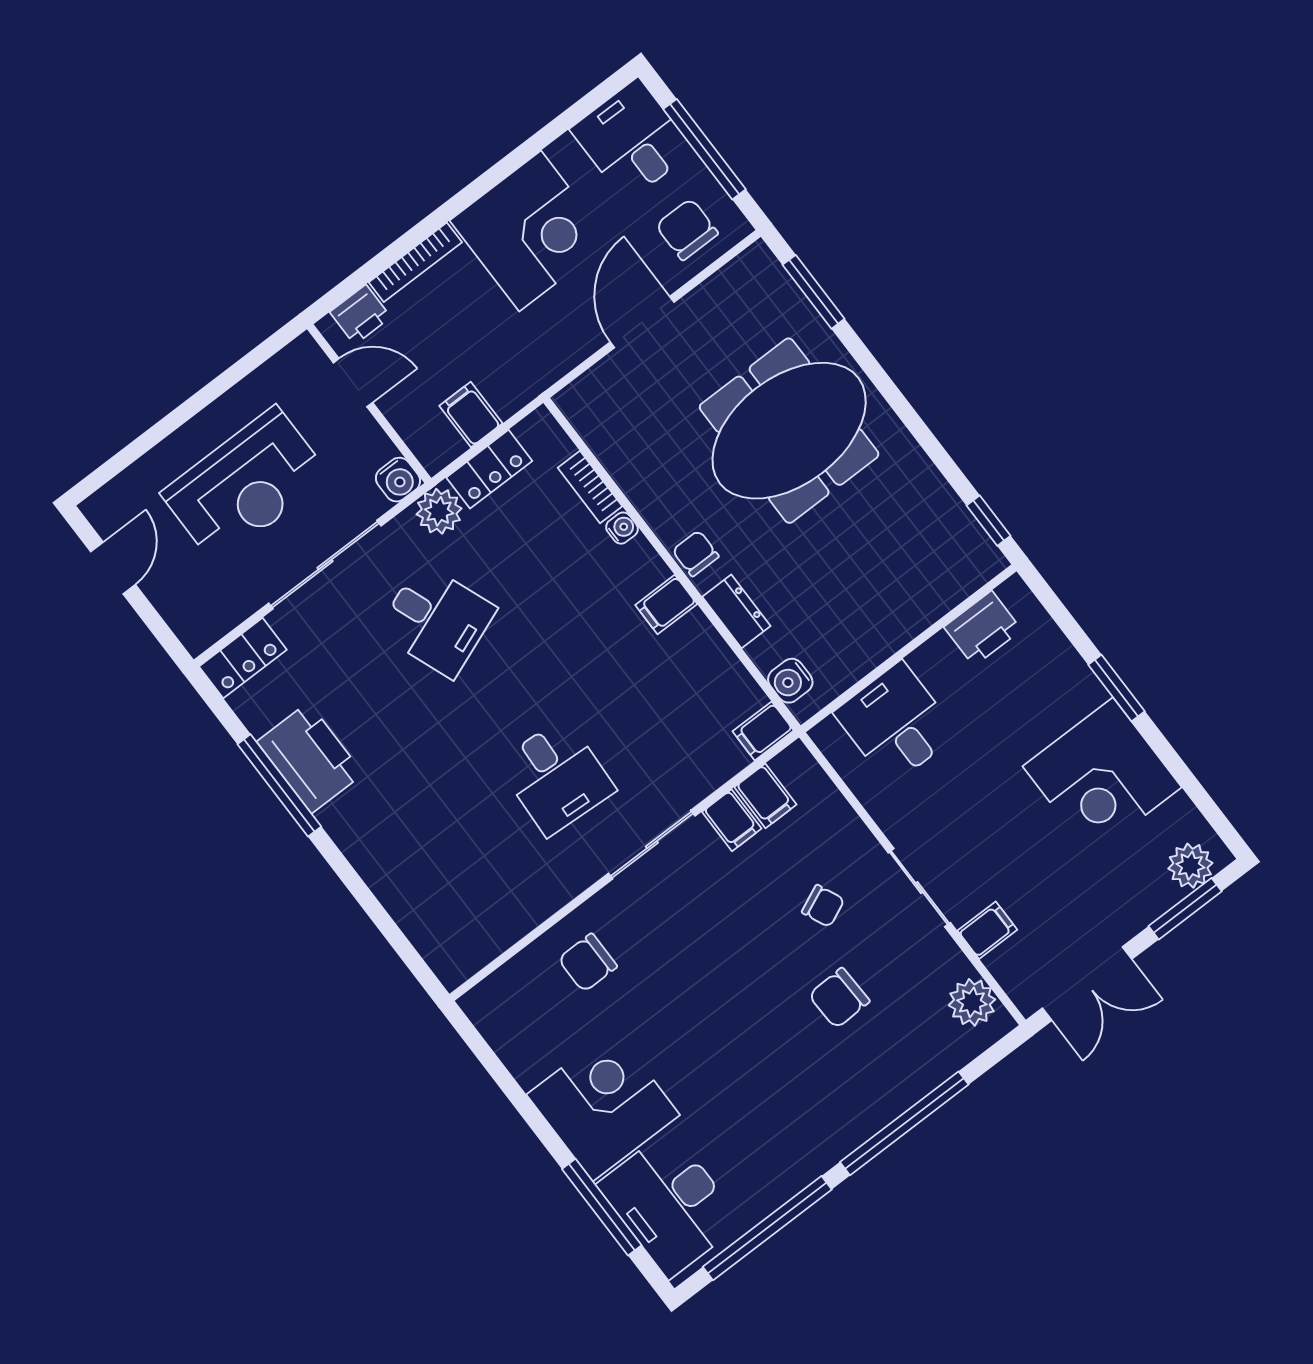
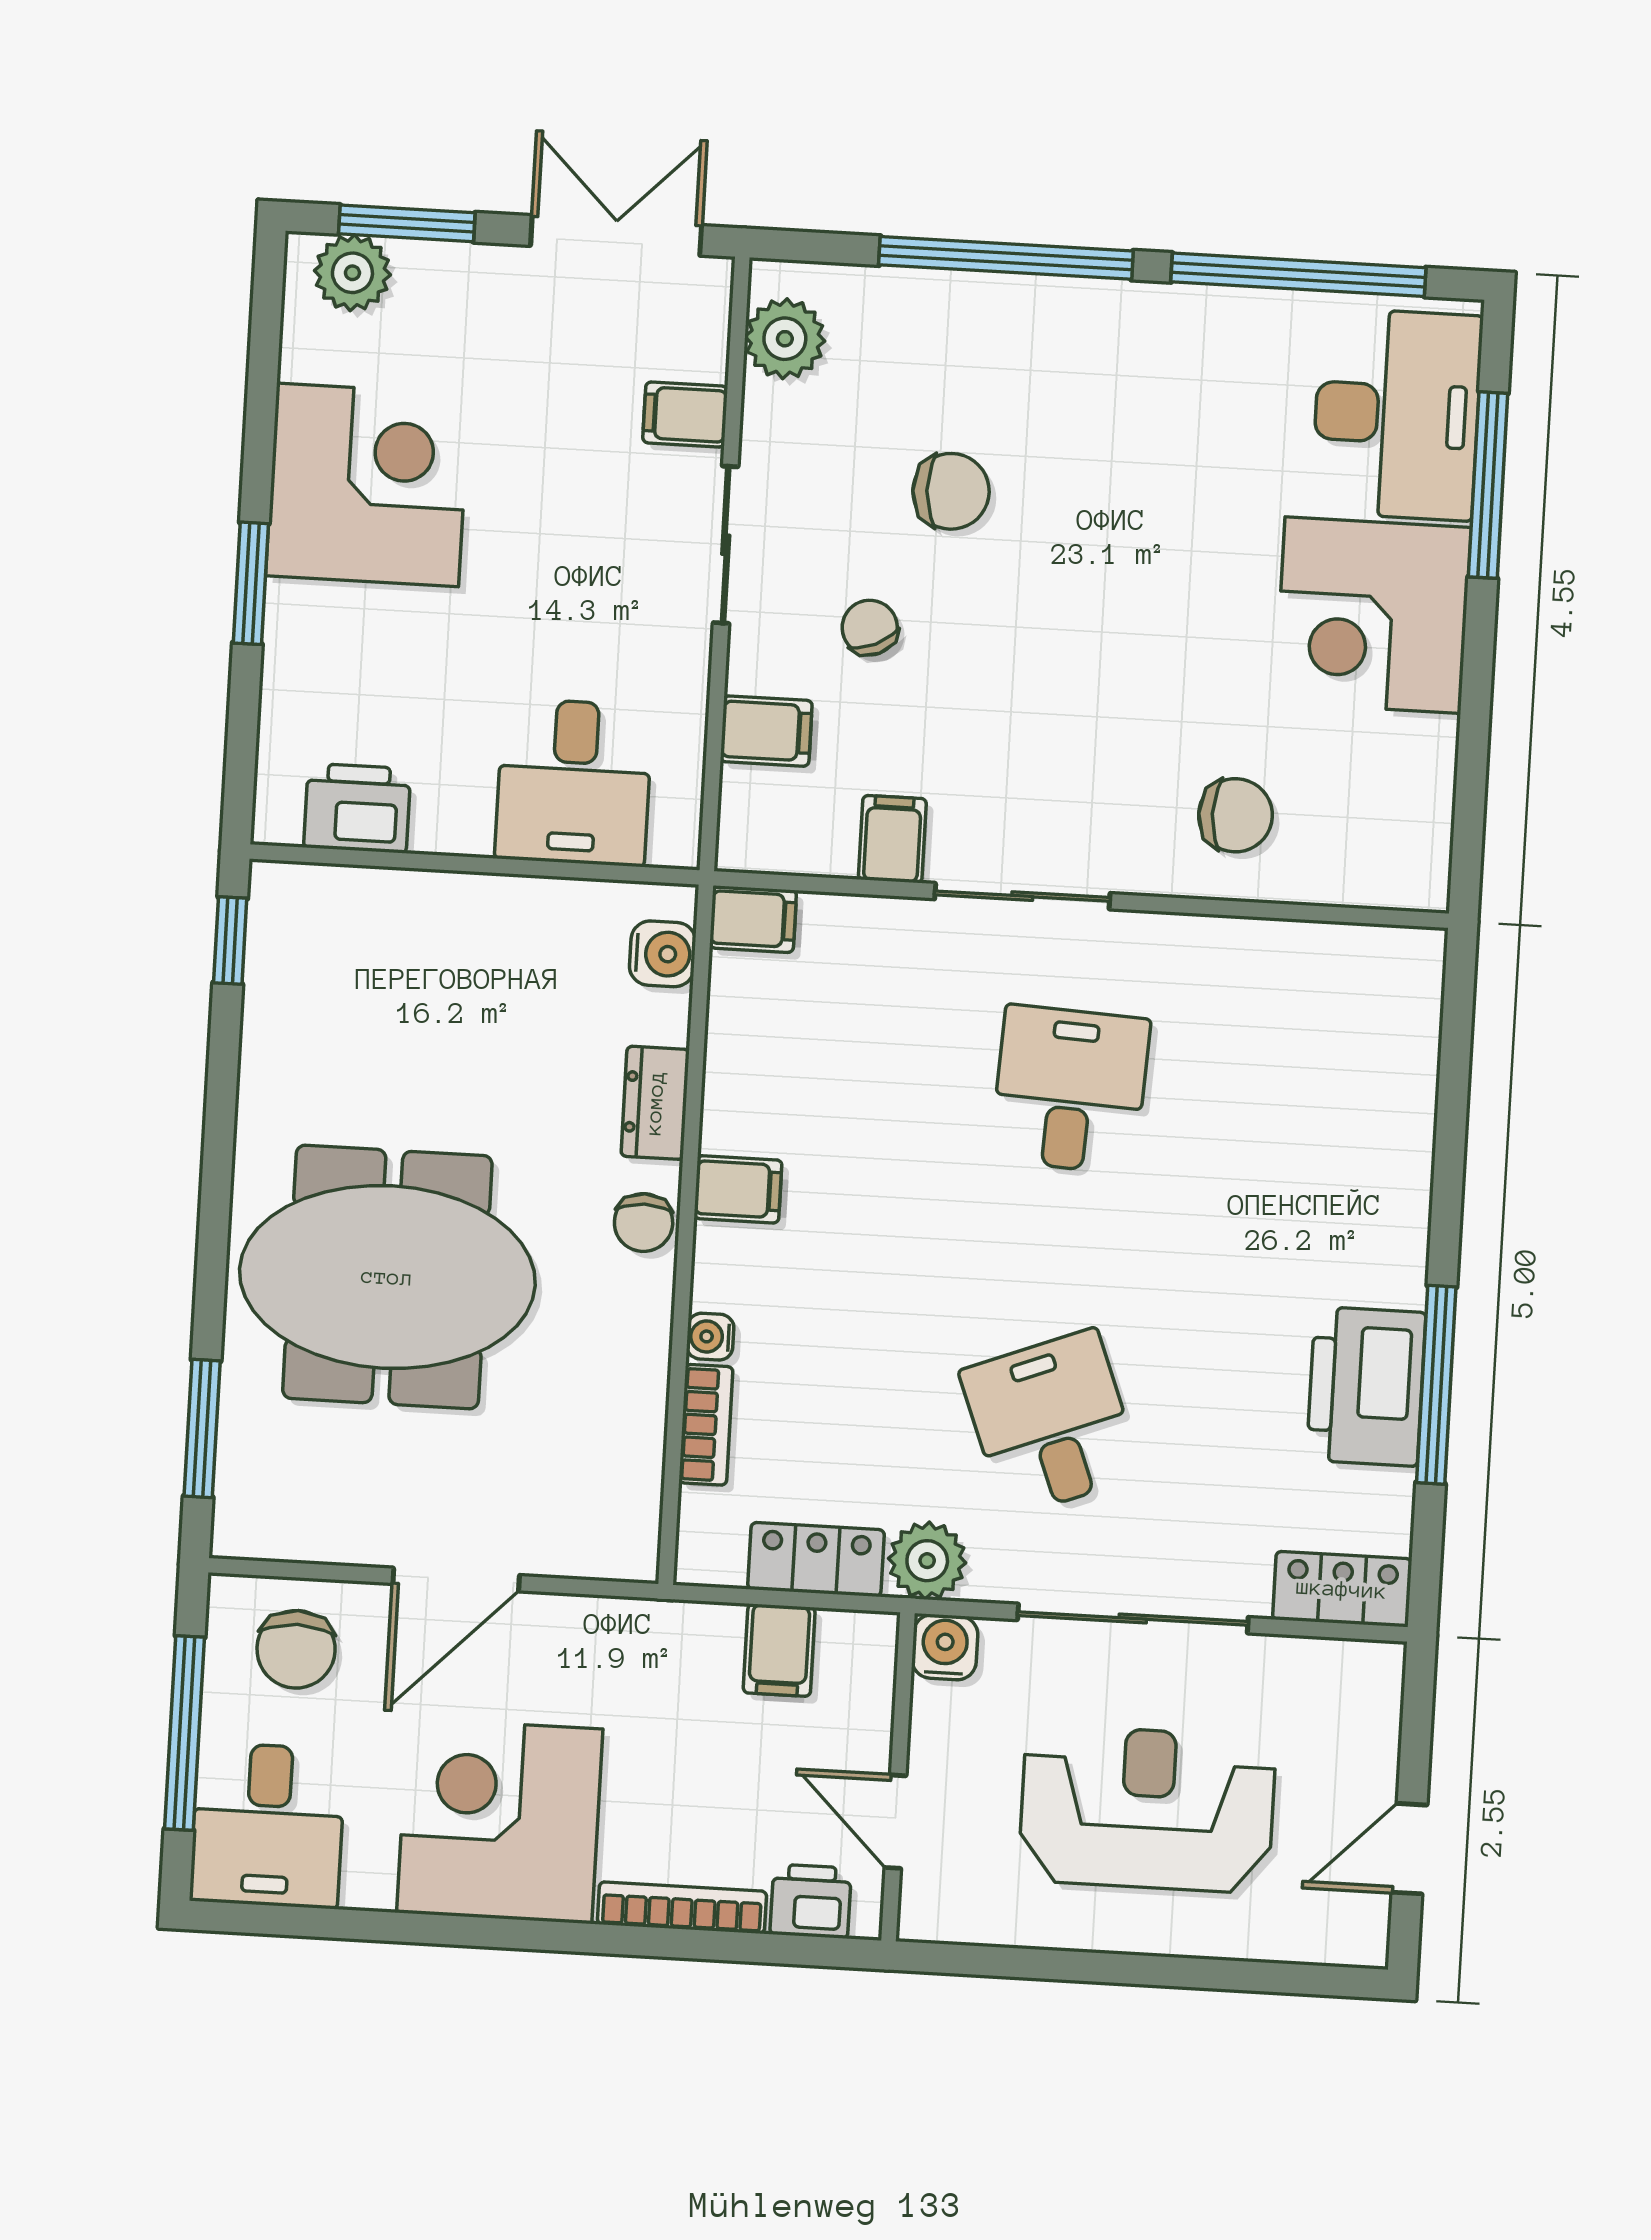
filing cabinet: (765, 796) -> (766, 731), moved, turned 90

